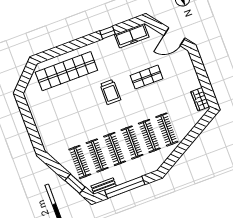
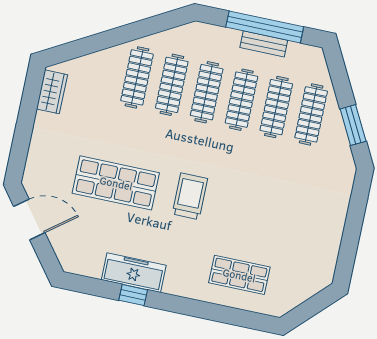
freezer: (132, 36) -> (134, 273), moved
shop shelf: (66, 71) -> (239, 275), width x0.50, depth x0.74
shop shelf: (147, 77) -> (116, 183), width x1.43, depth x1.36
window: (75, 184) -> (353, 125), moved
bench: (104, 186) -> (264, 44), moved

